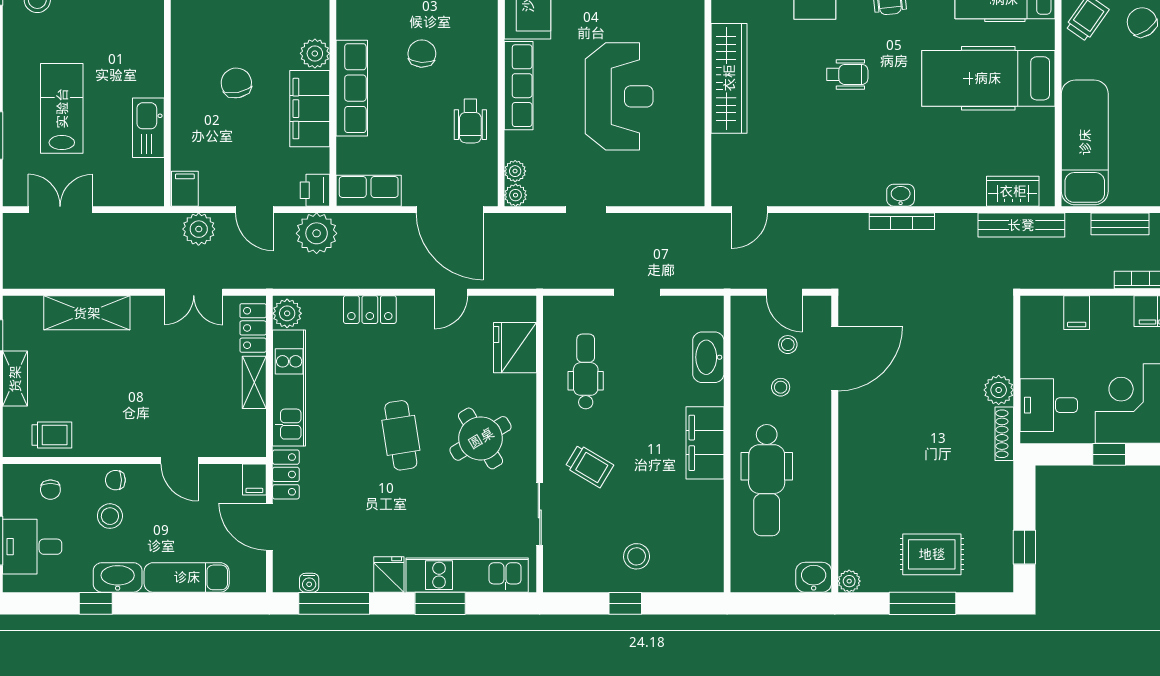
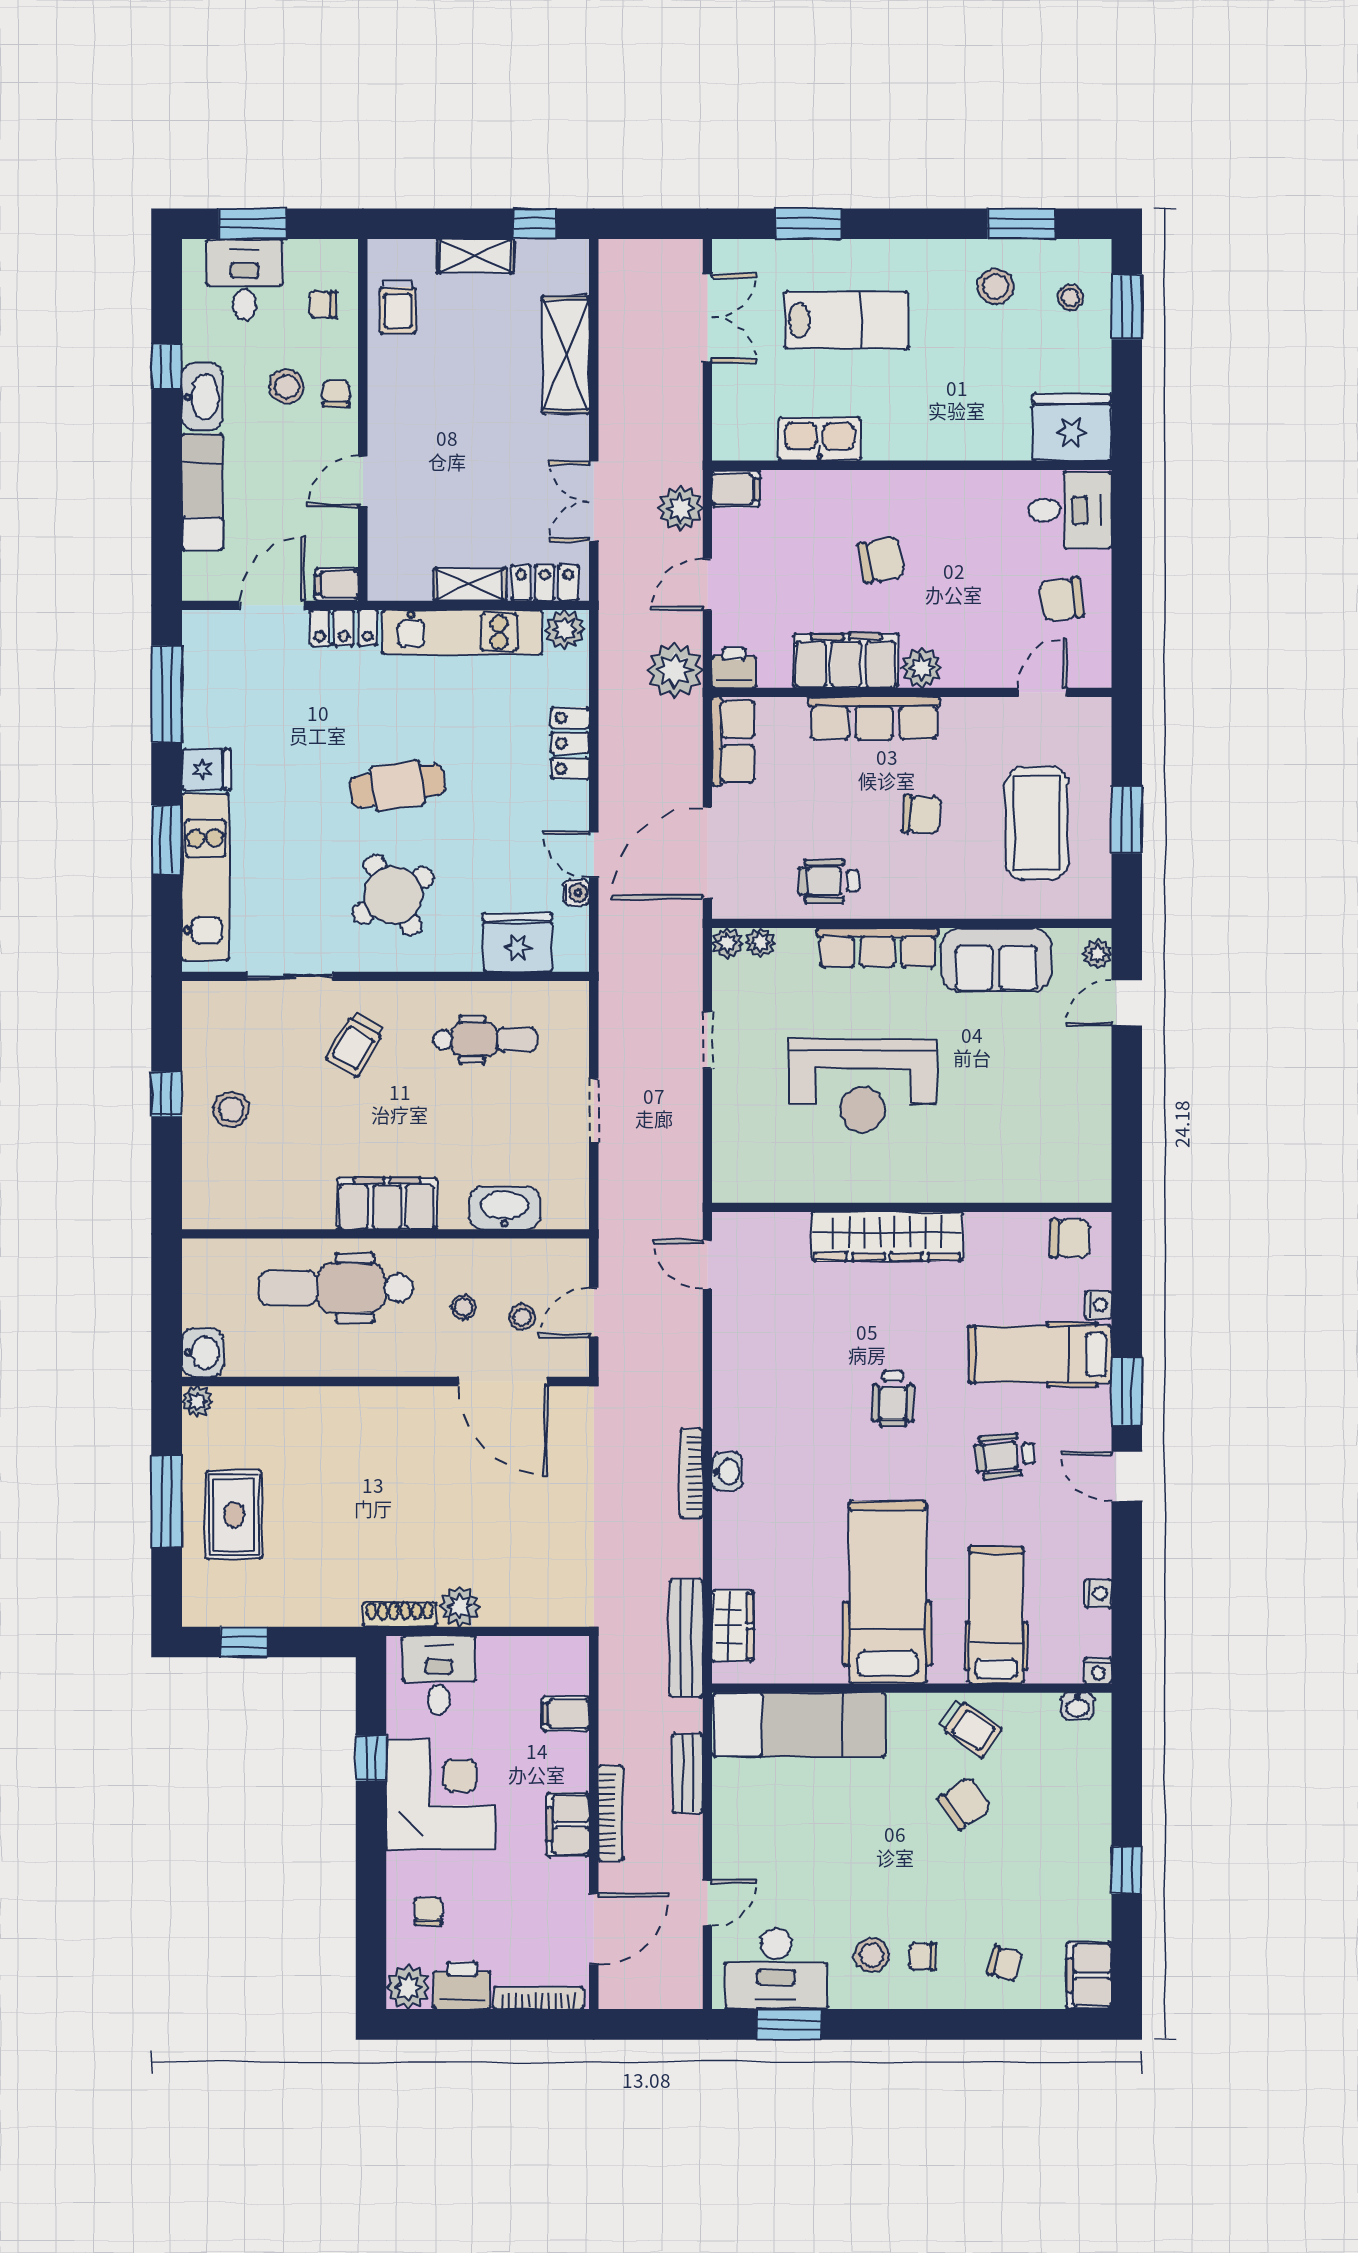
water cooler: (309, 583) -> (576, 893), moved, turned 180

